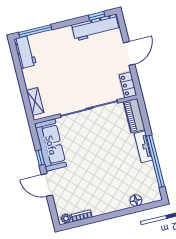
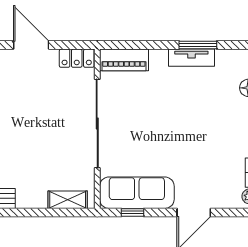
tv unit: (143, 147) -> (191, 58), moved
window: (40, 157) -> (133, 212), moved
window: (156, 161) -> (198, 45), width x0.47

